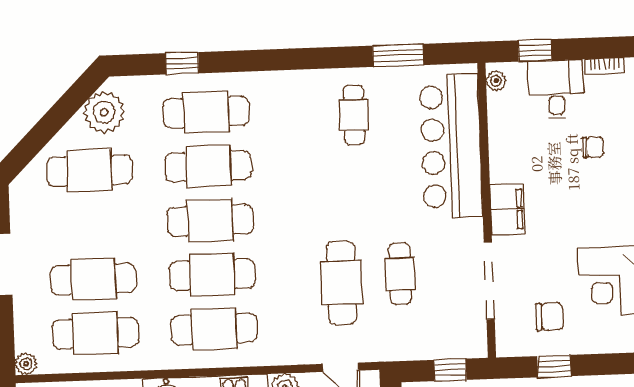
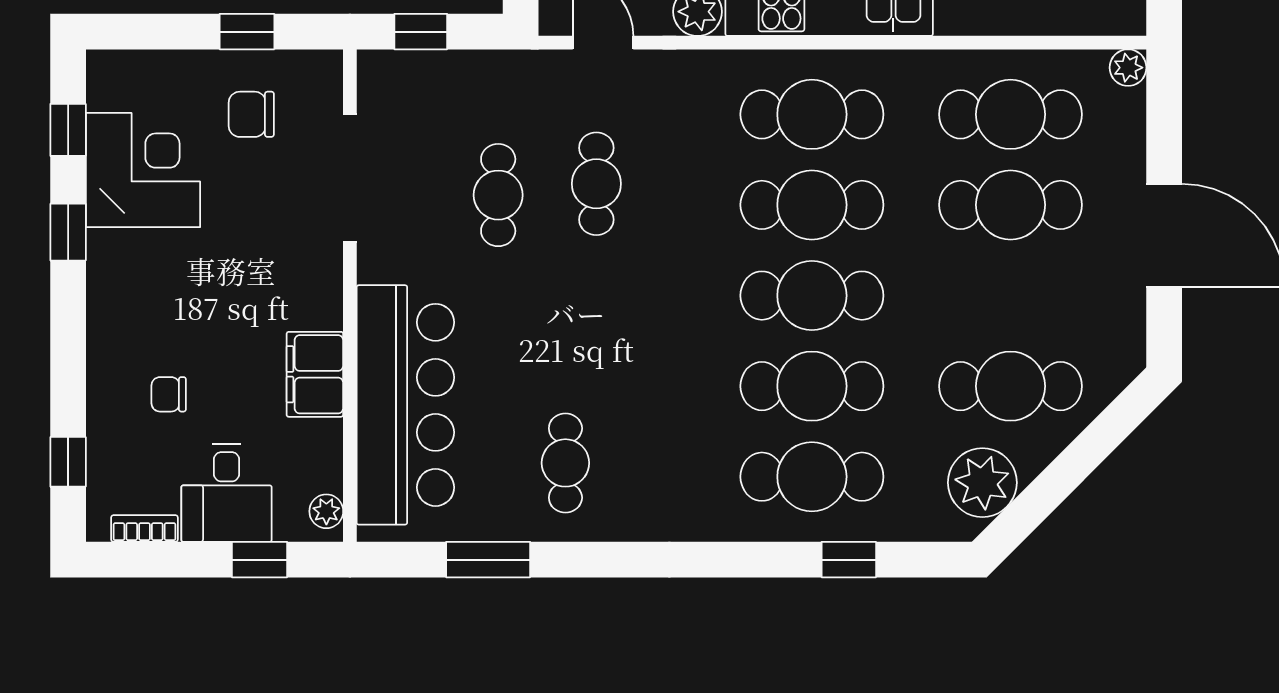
filing cabinet: (508, 209) -> (315, 374), moved
cafe table: (342, 283) -> (596, 184), width x0.73, depth x0.74

